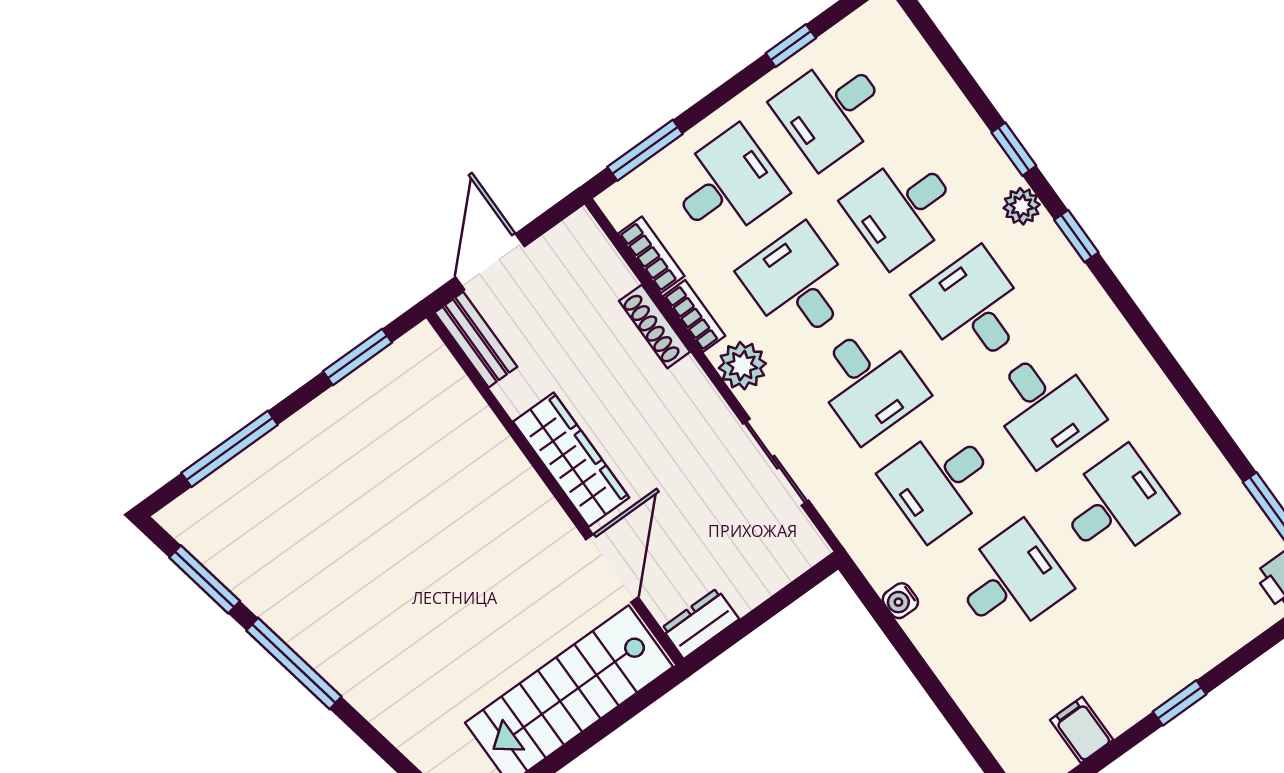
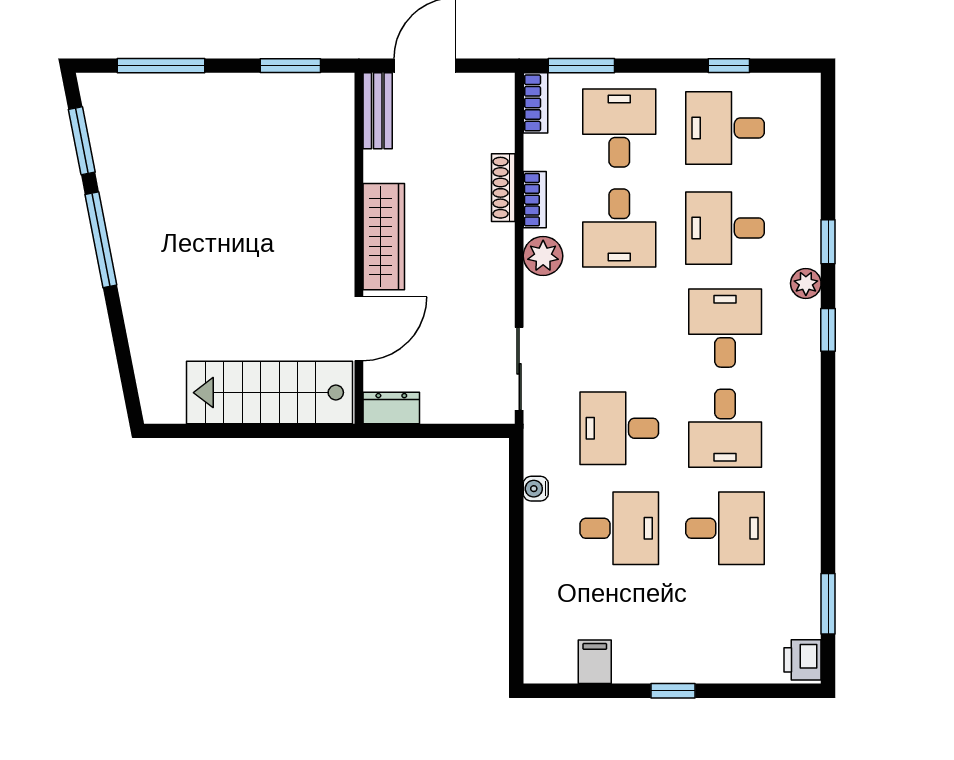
desk: (727, 185) -> (619, 128), turned -90
bookcase: (651, 255) -> (535, 103), moved
desk: (798, 284) -> (619, 228), turned 180
desk: (869, 383) -> (619, 328), removed
sliding door: (776, 462) -> (519, 369), moved

